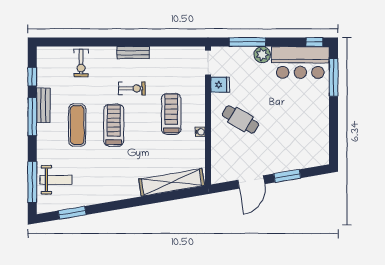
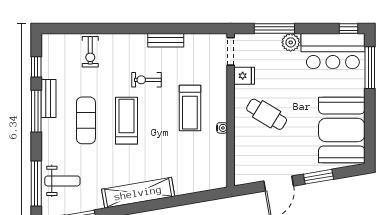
bench: (133, 53) -> (166, 40), moved
exercise bike: (132, 88) -> (146, 80), turned 180
treadmill: (171, 114) -> (190, 108), turned 180
booth: (308, 134) -> (342, 130), added
shelving: (172, 182) -> (138, 193), moved

